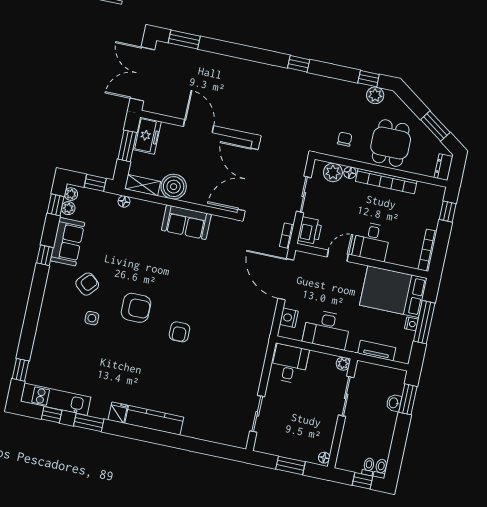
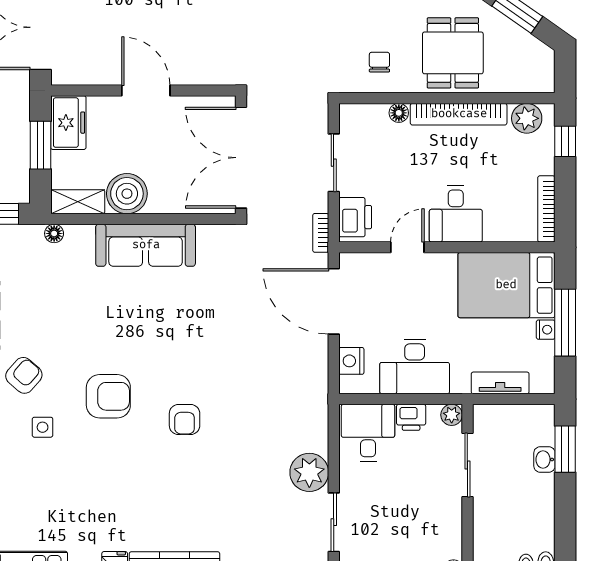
dresser: (443, 167) -> (544, 73), removed
plant: (333, 172) -> (527, 118), moved
sofa: (186, 222) -> (146, 245), width x1.36
printer: (318, 360) -> (411, 417), added
plant: (249, 380) -> (309, 472), added

